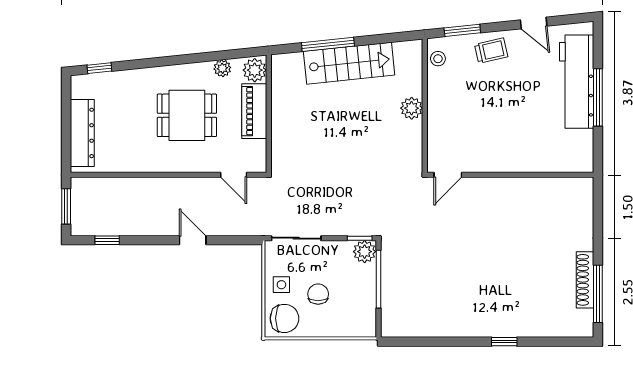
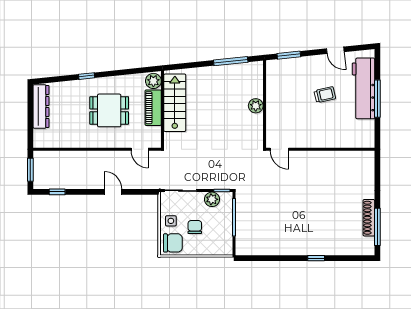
window: (328, 44) -> (231, 61), moved
trolley: (491, 51) -> (325, 95), moved
stool: (438, 59) -> (273, 73), removed
stairs: (349, 63) -> (175, 103), moved, turned -84
window: (99, 68) -> (87, 76), moved
plant: (222, 68) -> (132, 80), removed
dresser: (82, 133) -> (41, 106), moved
door: (448, 175) -> (279, 149), hinge flipped
plant: (365, 252) -> (212, 199), moved

